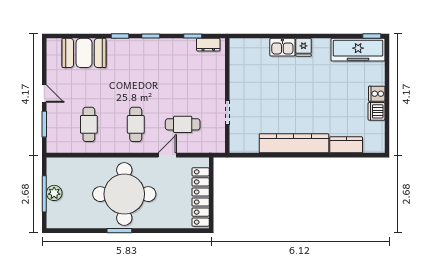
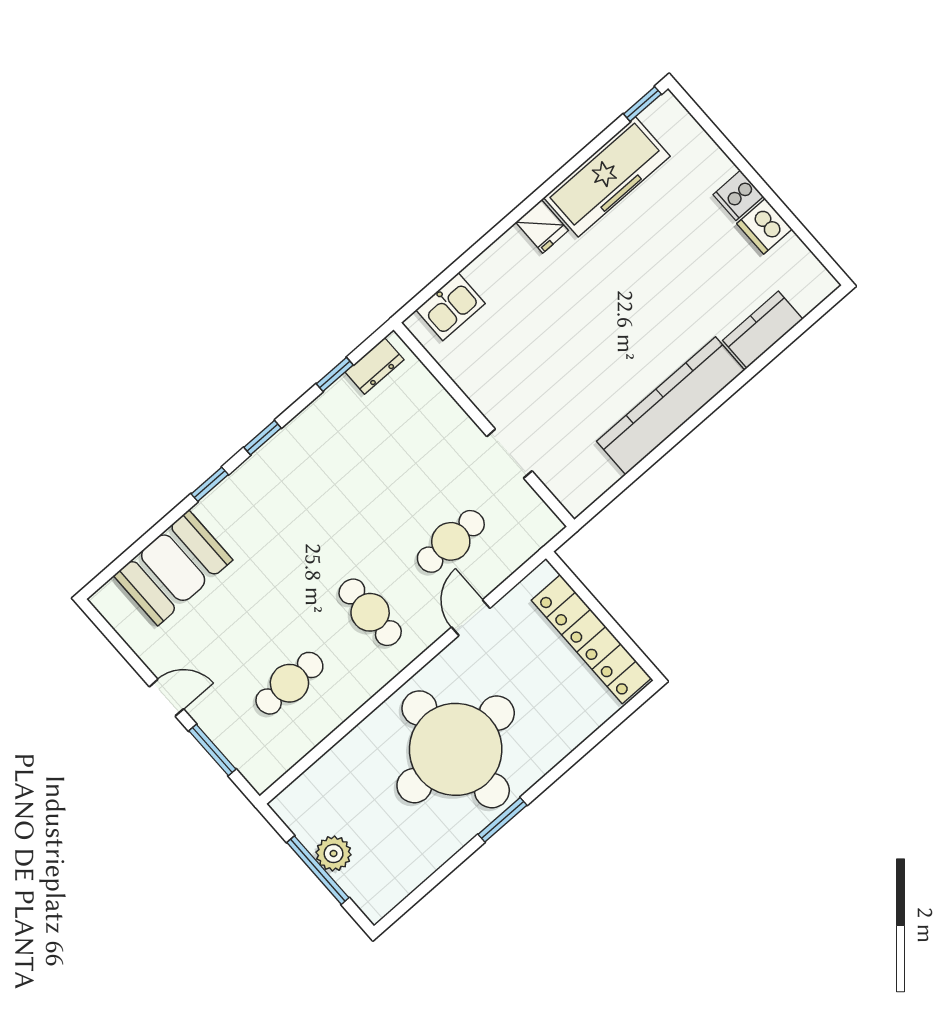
kitchen sink: (282, 47) -> (450, 307), moved
freezer: (358, 50) -> (607, 177), moved
cafe table: (89, 124) -> (289, 683), turned 90

